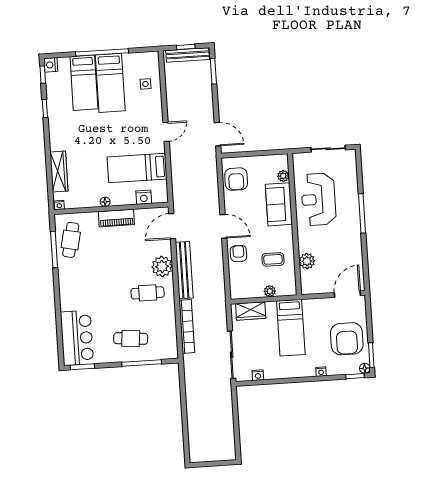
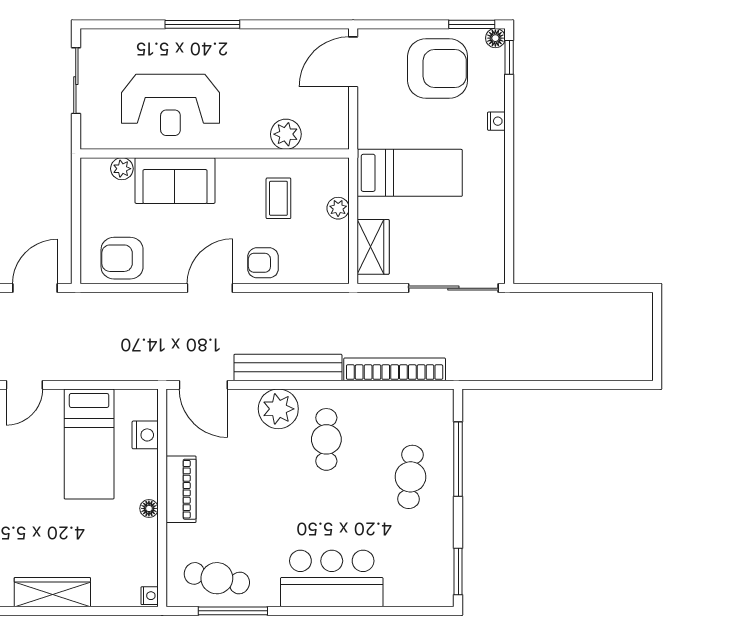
door: (166, 132) -> (24, 385), swing flipped
wardrobe: (59, 171) -> (52, 592), moved
armchair: (236, 179) -> (122, 258), turned 180
door: (347, 294) -> (353, 62), hinge flipped
bar counter: (77, 338) -> (332, 578), moved
nightstand: (258, 375) -> (495, 241), removed

